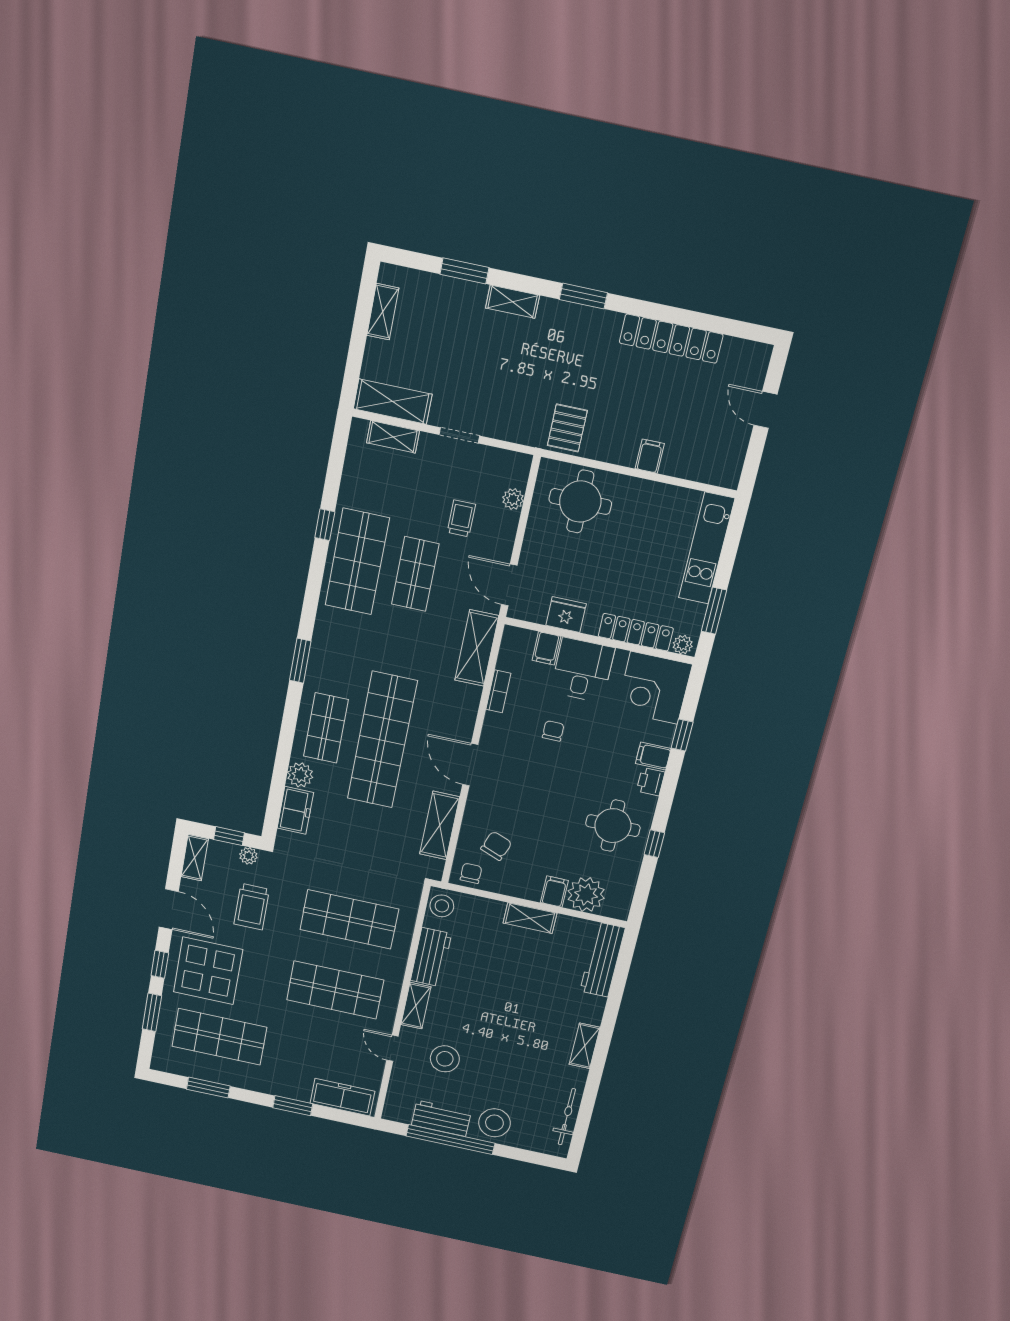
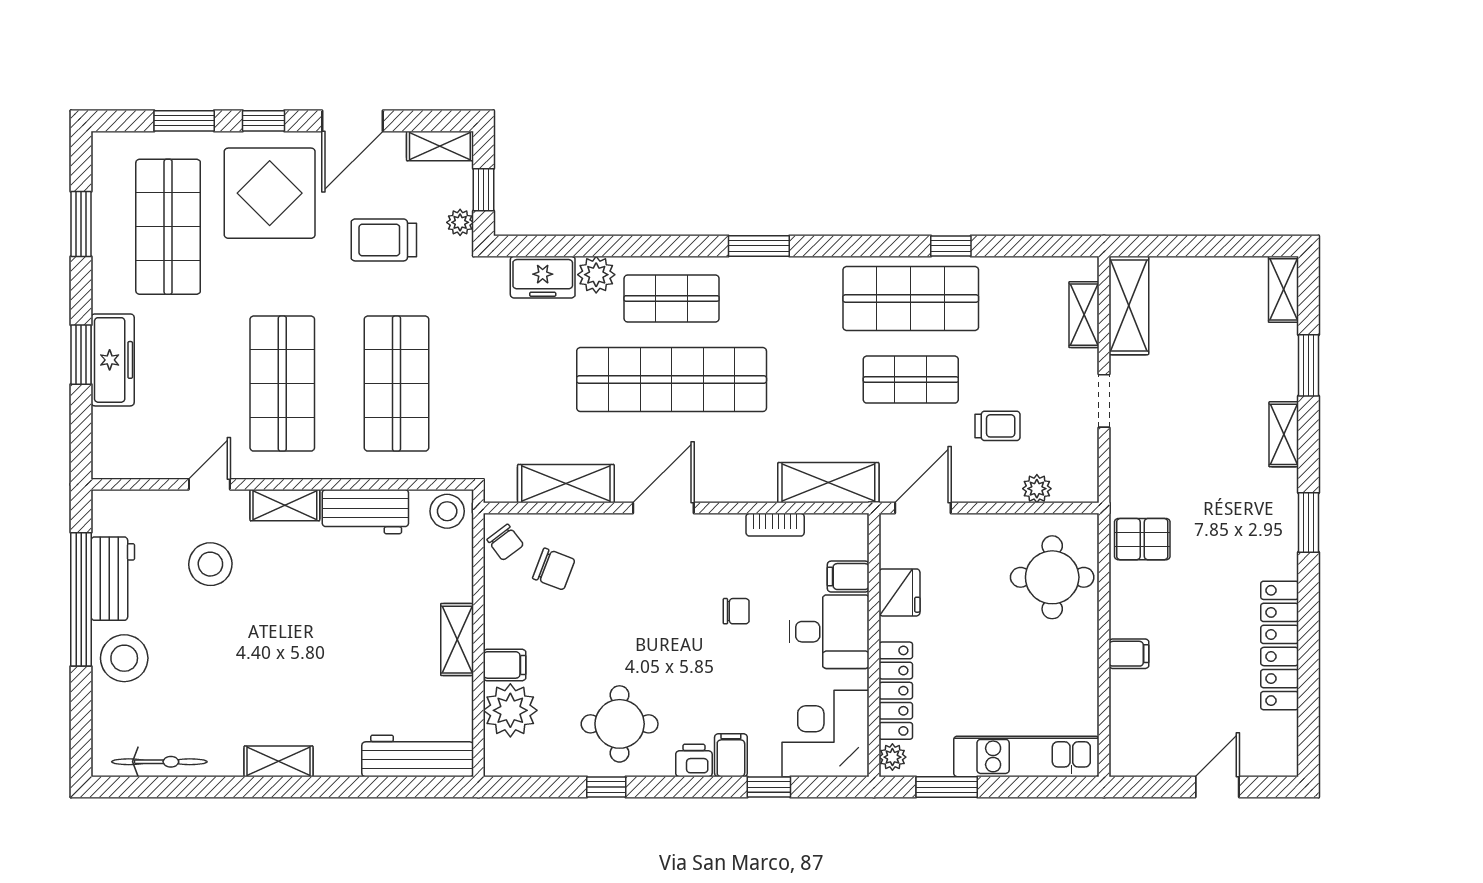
shelving: (383, 312) -> (1283, 289), moved, turned 90
chair: (471, 873) -> (505, 542), turned 53
freezer: (342, 1097) -> (113, 360), moved

